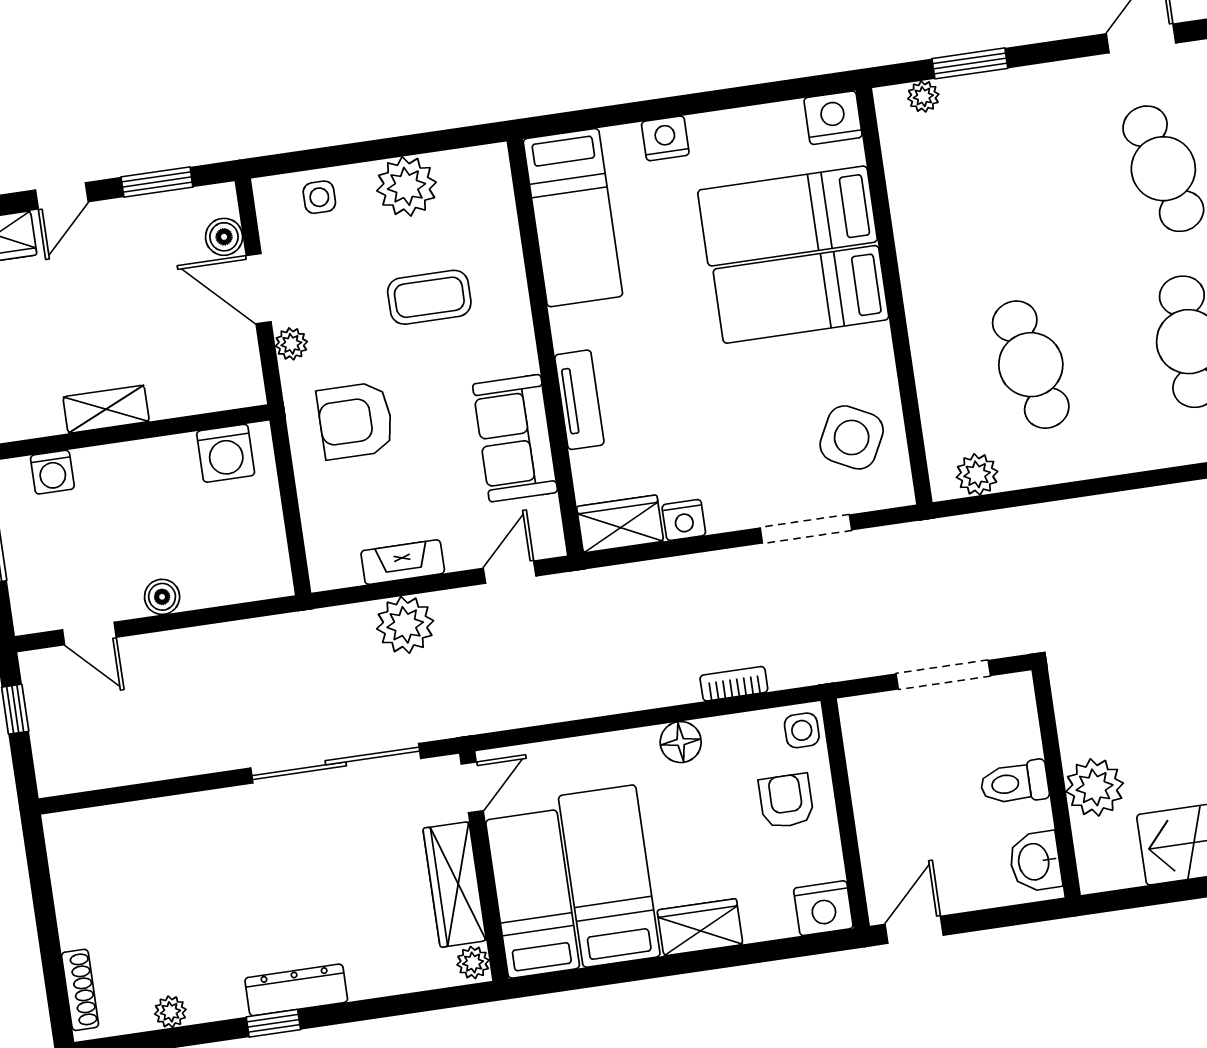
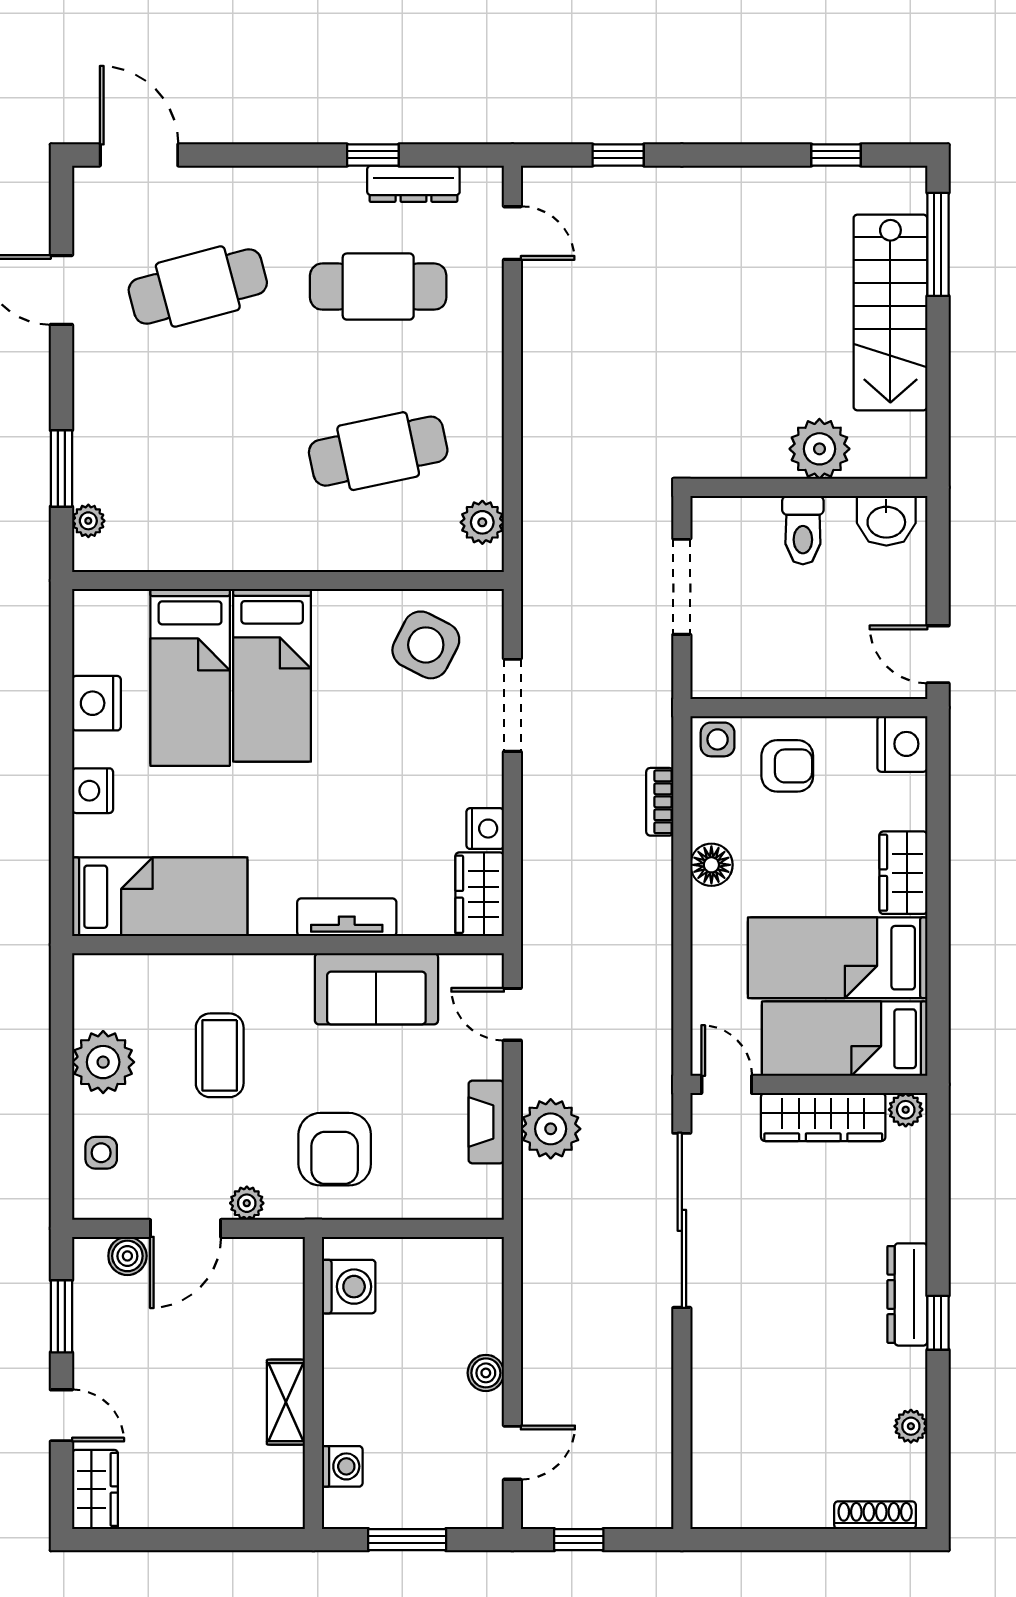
nightstand: (833, 118) -> (96, 703), moved
armchair: (786, 801) -> (787, 766), turned 180

